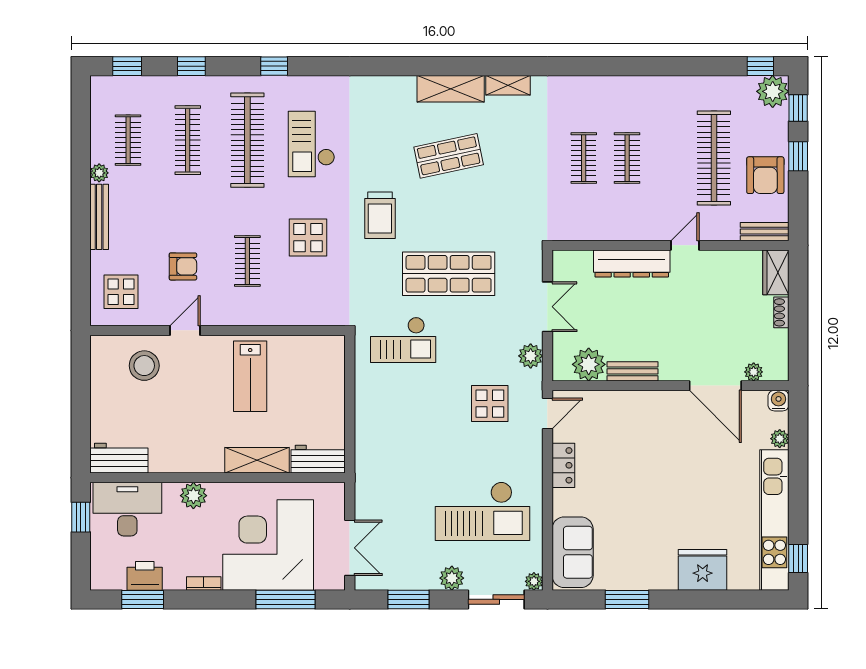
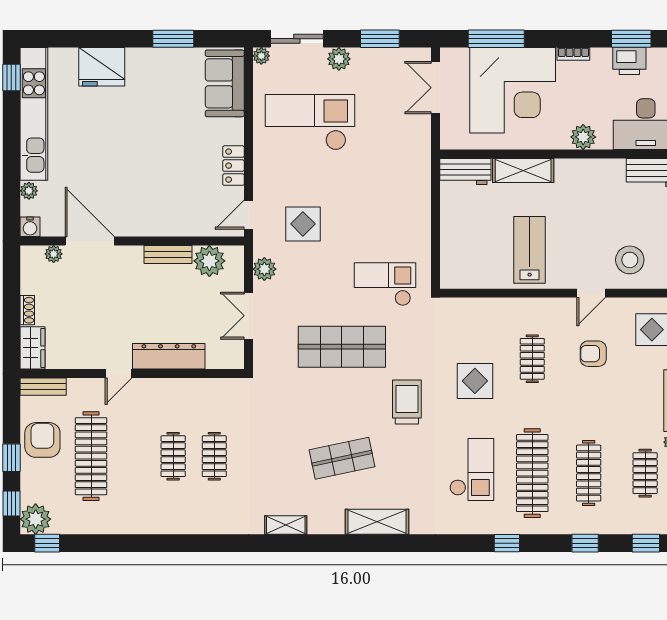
shelving: (451, 89) -> (377, 522), moved

